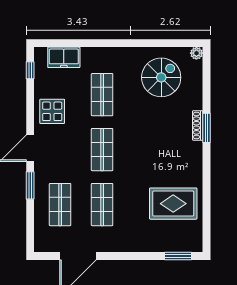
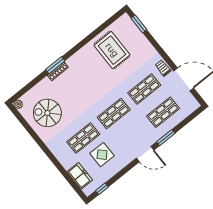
display table: (52, 111) -> (102, 155), moved
trolley: (109, 244) -> (163, 68), added

